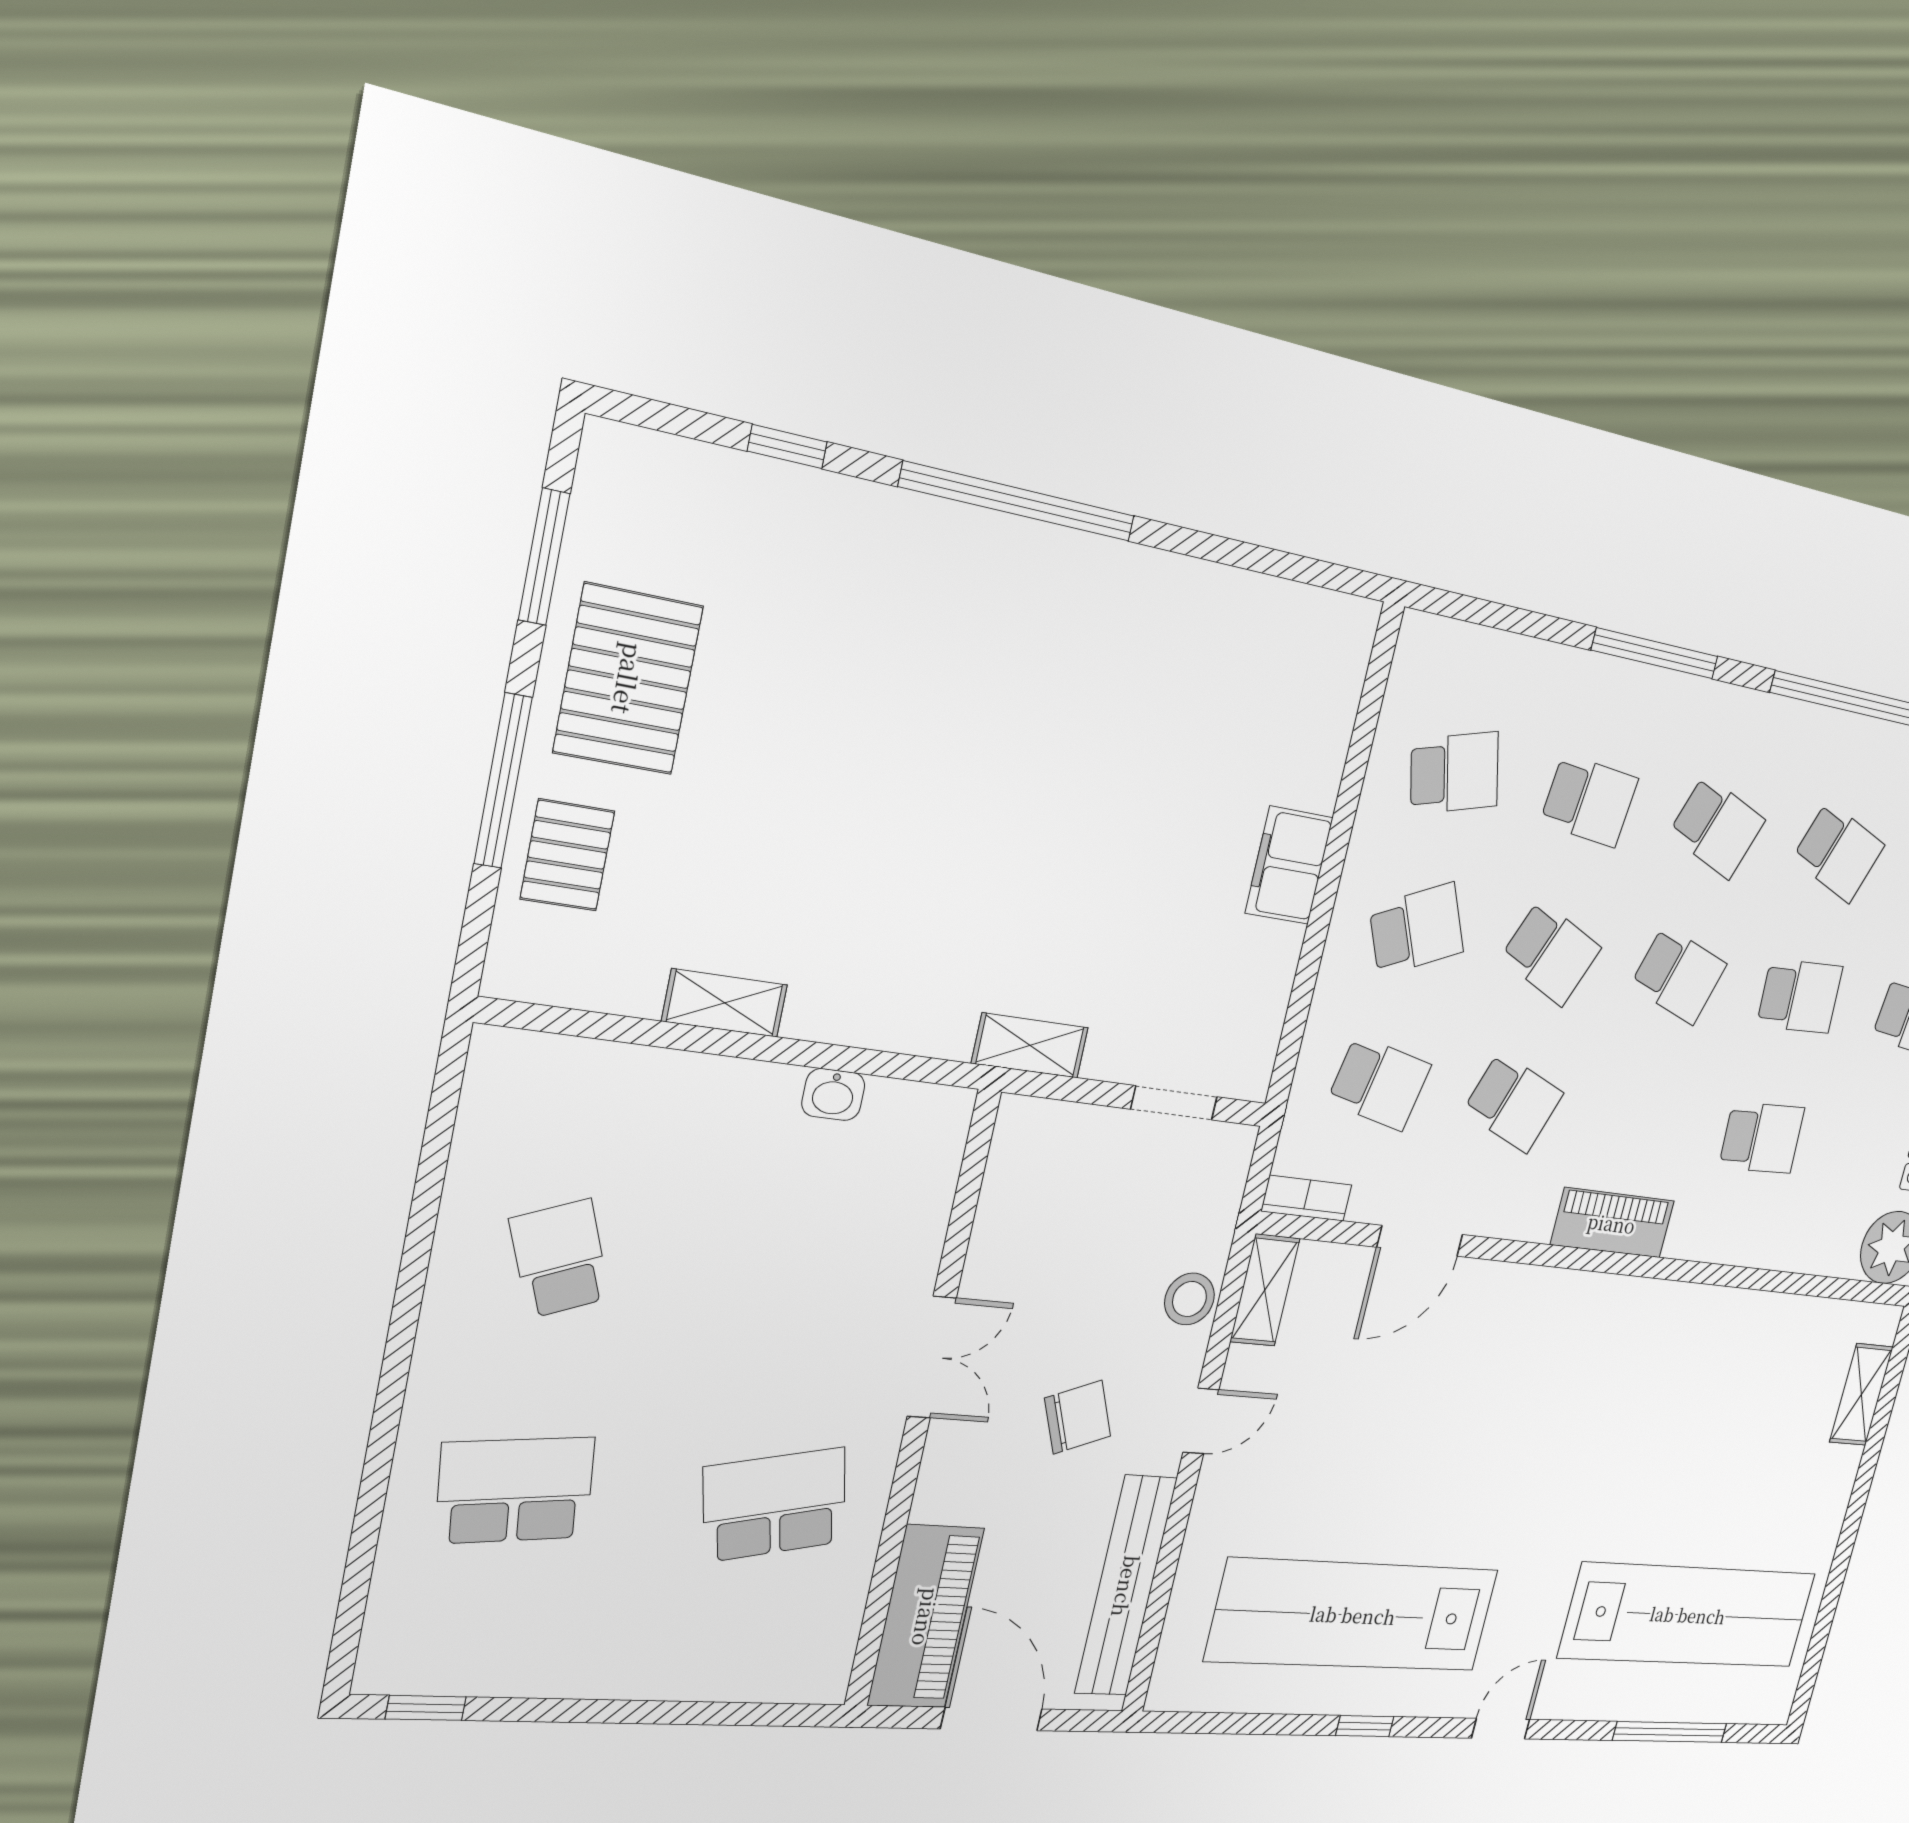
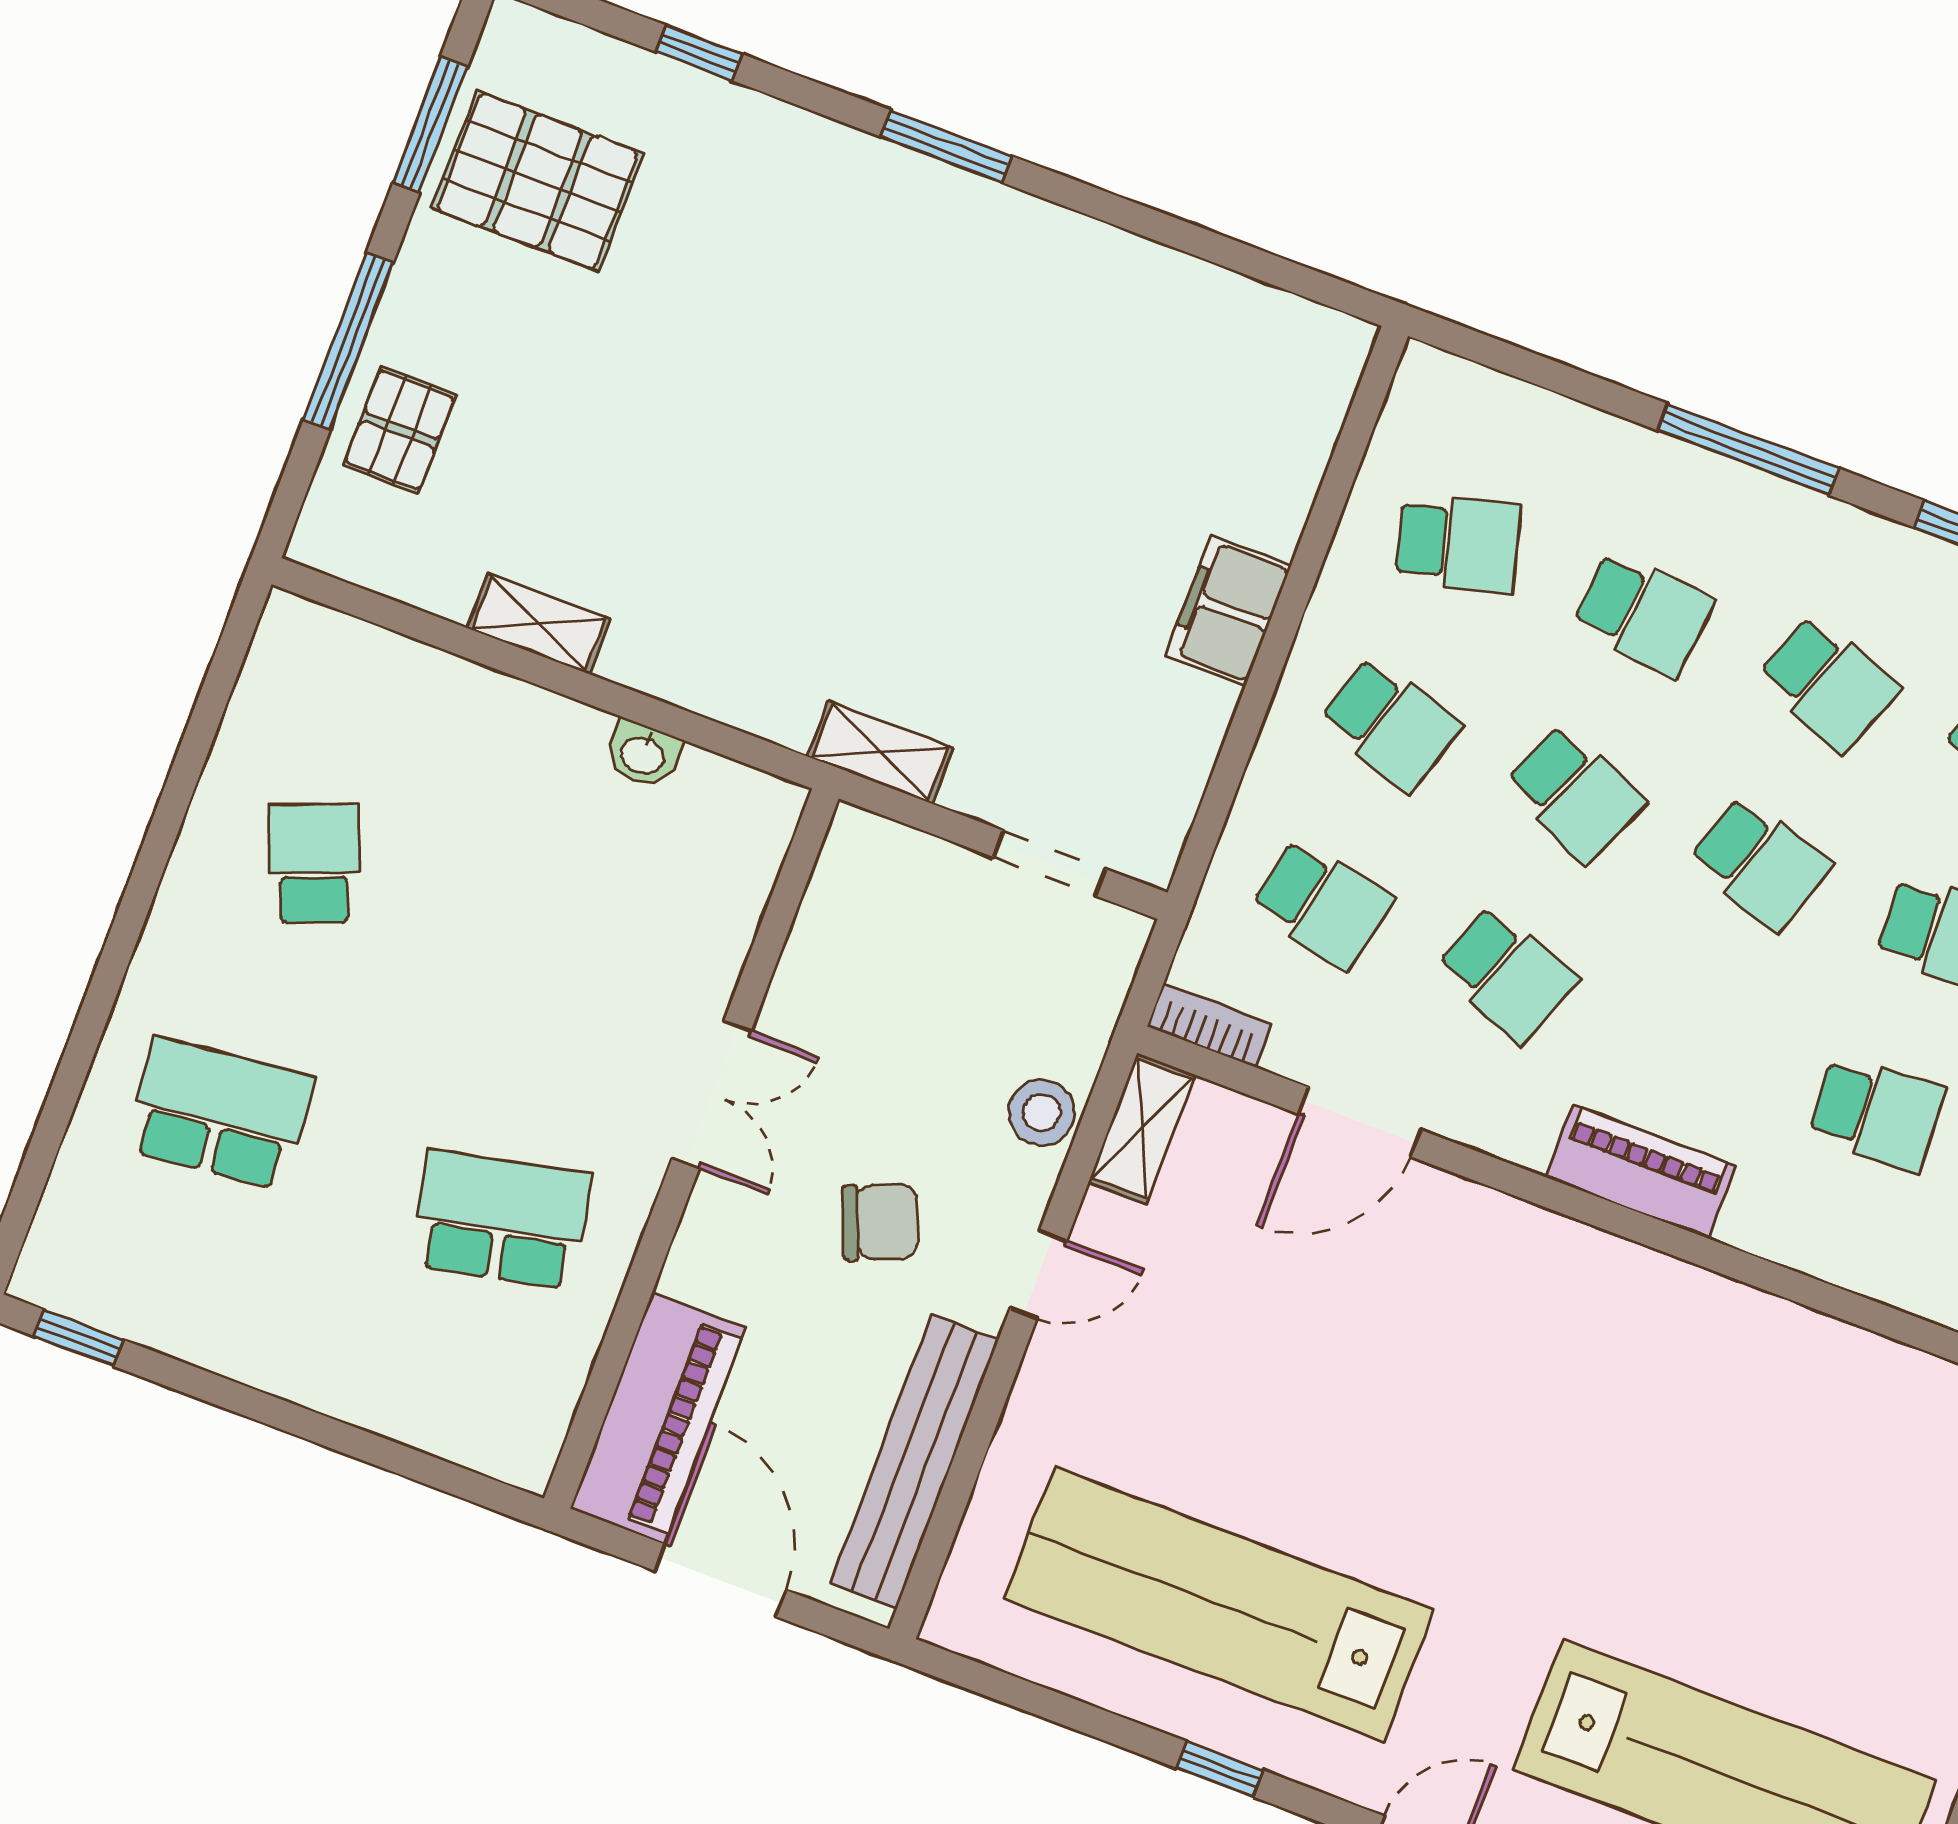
window: (1018, 502) -> (946, 146), width x0.47
pallet: (628, 679) -> (538, 181), moved, turned 90
school desk: (1417, 930) -> (1390, 724), turned 42

